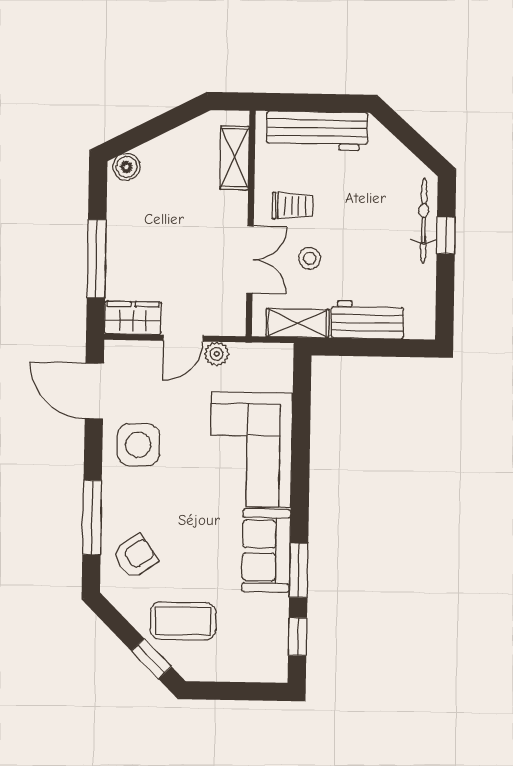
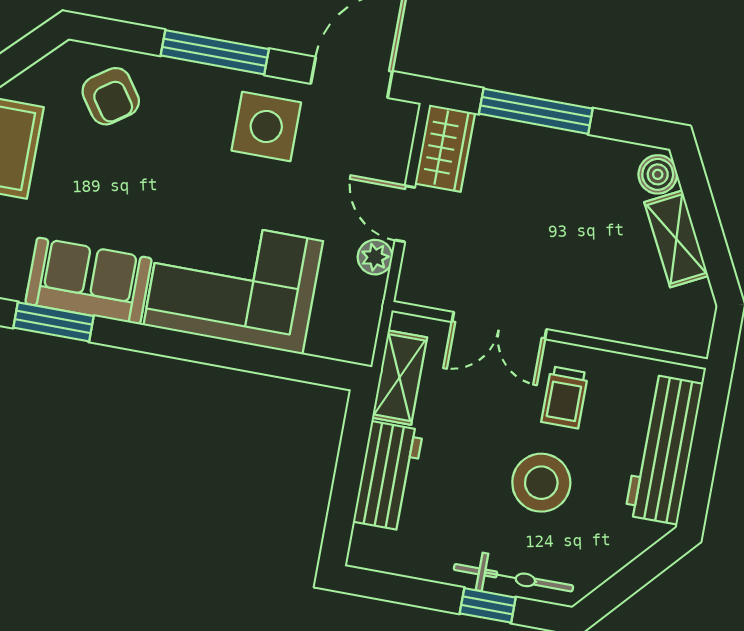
shelving: (235, 158) -> (676, 239), moved, turned 63
stool: (310, 258) -> (541, 483), moved, width x1.89, depth x1.89
window: (92, 517) -> (215, 52), moved

